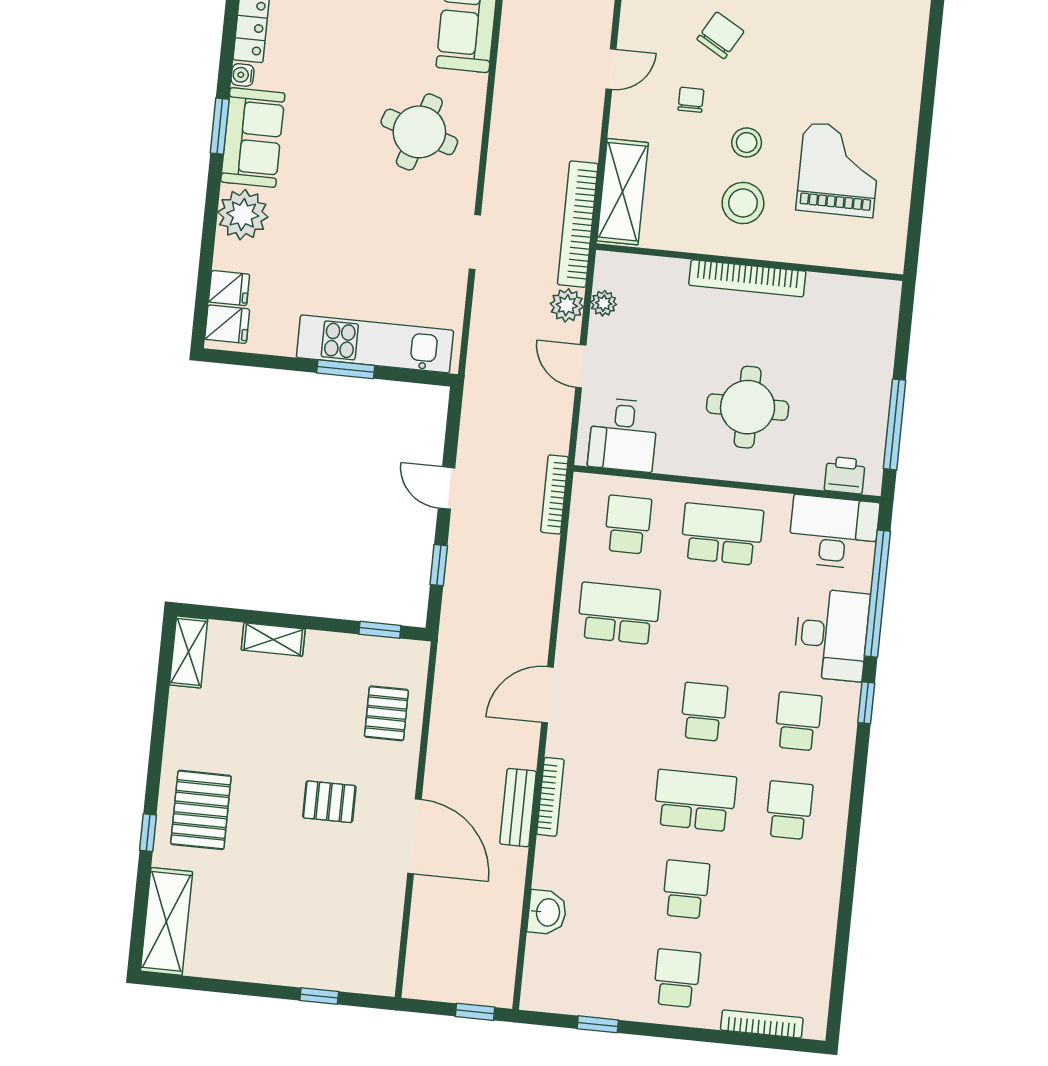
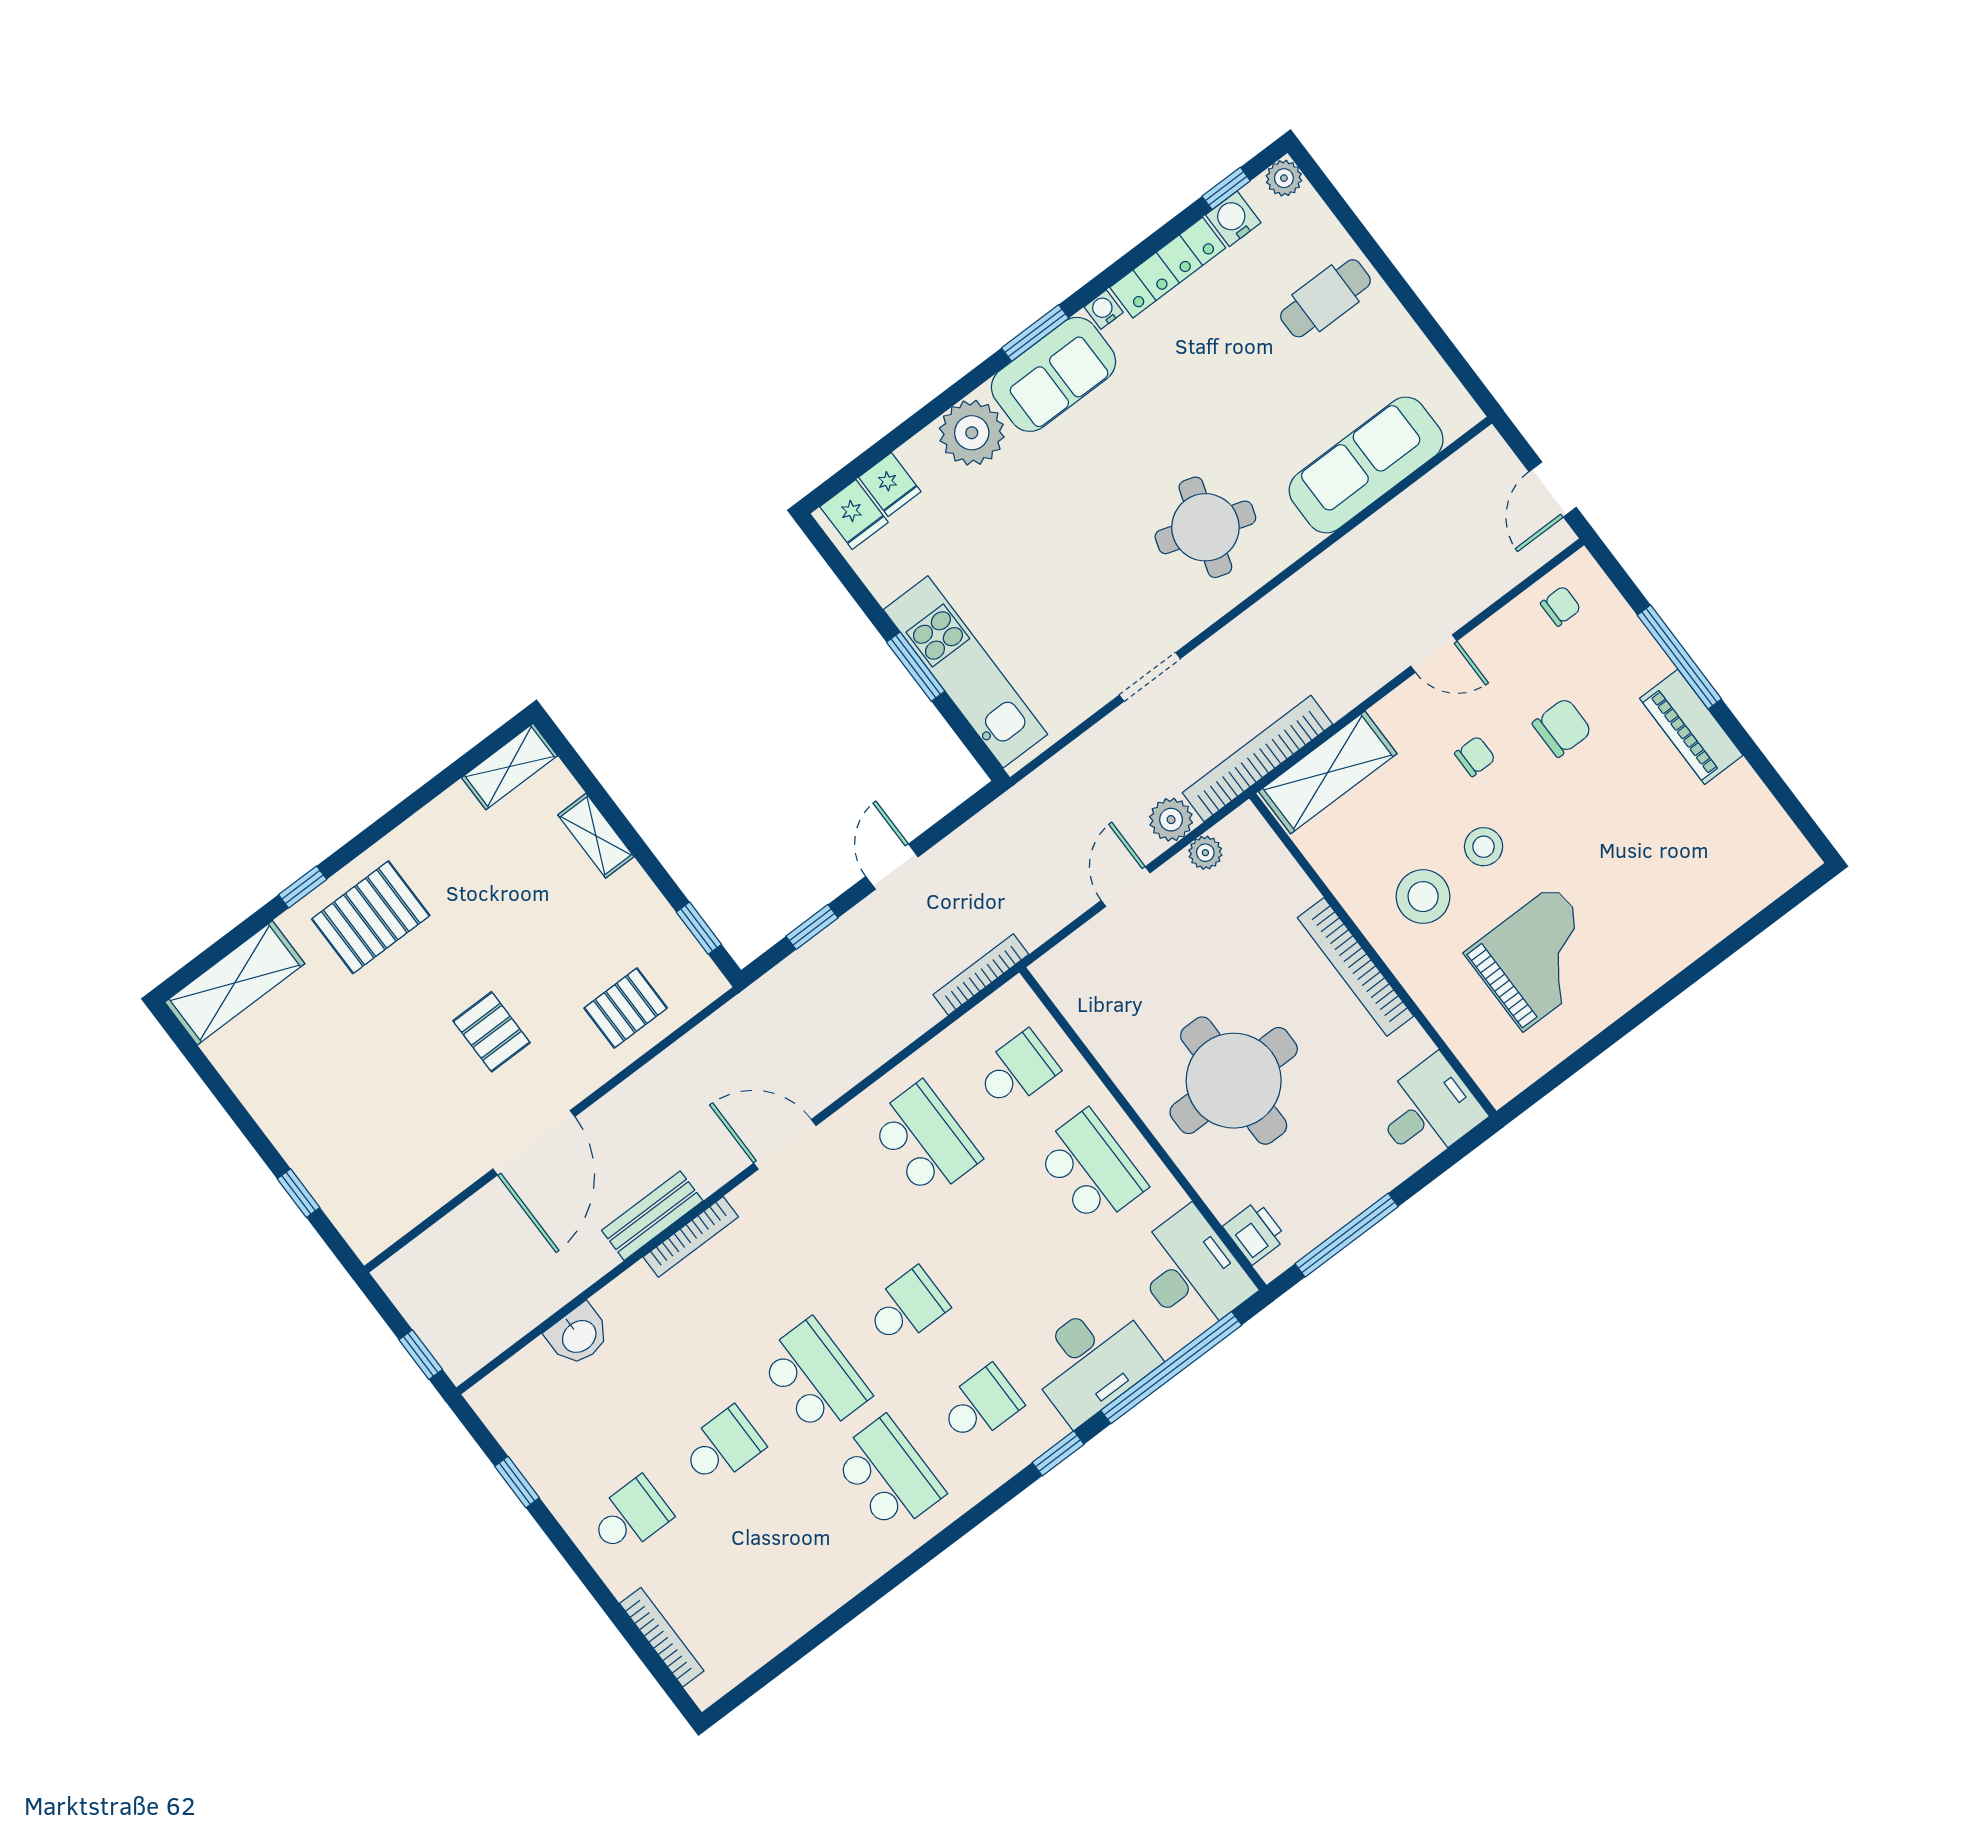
chair: (720, 35) -> (1562, 727), turned -30
round table: (748, 407) -> (1234, 1081), width x1.36, depth x1.36
desk: (623, 435) -> (1428, 1110), moved, turned 180
school desk: (789, 810) -> (888, 1475), width x1.85

